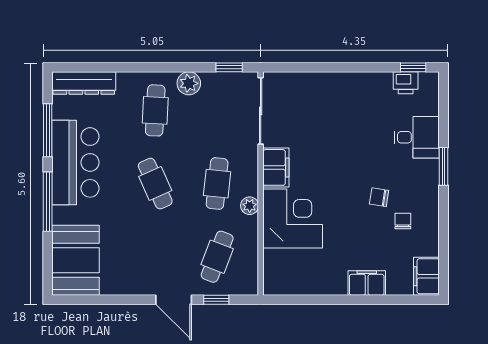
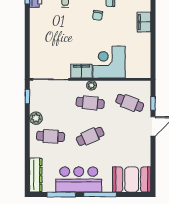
plant: (250, 206) -> (91, 85), moved

